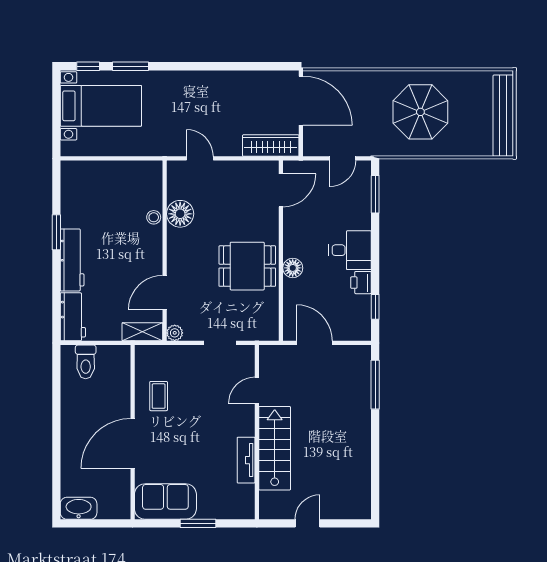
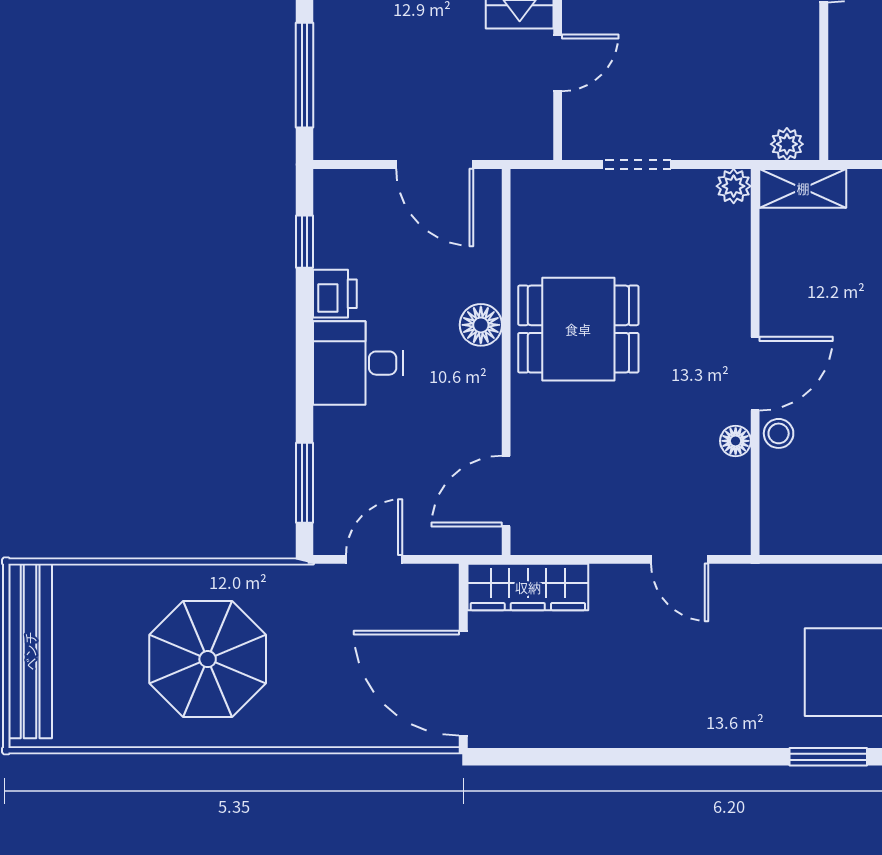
floor lamp: (180, 214) -> (736, 441), width x0.53, depth x0.53
door: (165, 293) -> (755, 374), moved
plant: (150, 352) -> (787, 144), added
coffee table: (159, 396) -> (768, 51), removed

